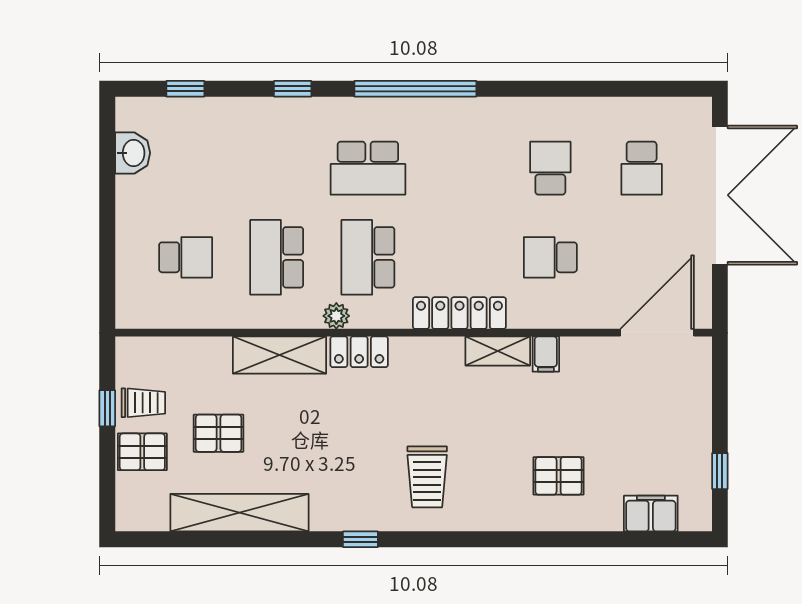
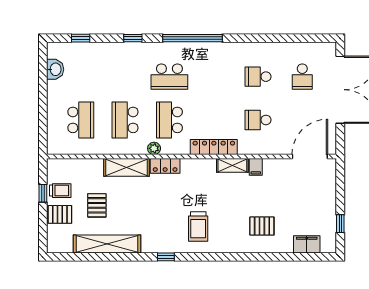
school desk: (550, 168) -> (258, 77), turned -90
school desk: (186, 257) -> (81, 120), width x1.85
pallet: (219, 433) -> (97, 205), turned 90

